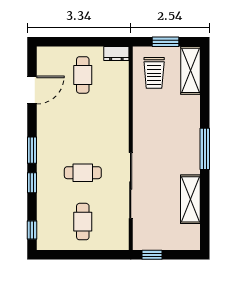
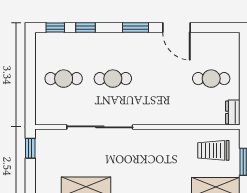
door: (32, 90) -> (177, 27), moved
cafe table: (83, 173) -> (113, 79), turned 90
window: (32, 183) -> (85, 27), moved

